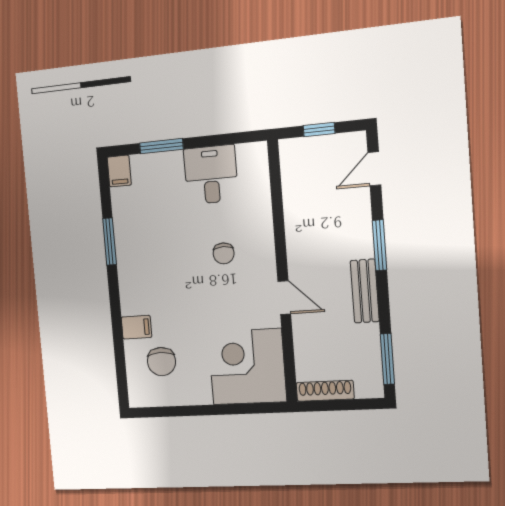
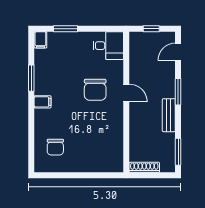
desk: (211, 175) -> (108, 46), moved, turned 90
chair: (224, 253) -> (95, 90), width x1.87, depth x1.87
door: (284, 298) -> (126, 93), moved
filing cabinet: (136, 327) -> (43, 102), moved
corner desk: (247, 367) -> (103, 152), removed

